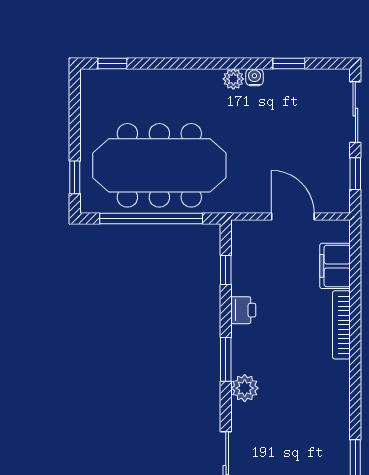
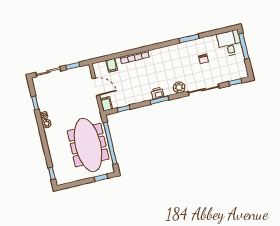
door: (293, 217) -> (96, 87), swing flipped
filing cabinet: (247, 231) -> (106, 104), added
filing cabinet: (335, 266) -> (112, 65), width x0.50
printer: (243, 310) -> (157, 93), moved
plant: (245, 388) -> (179, 87), moved

